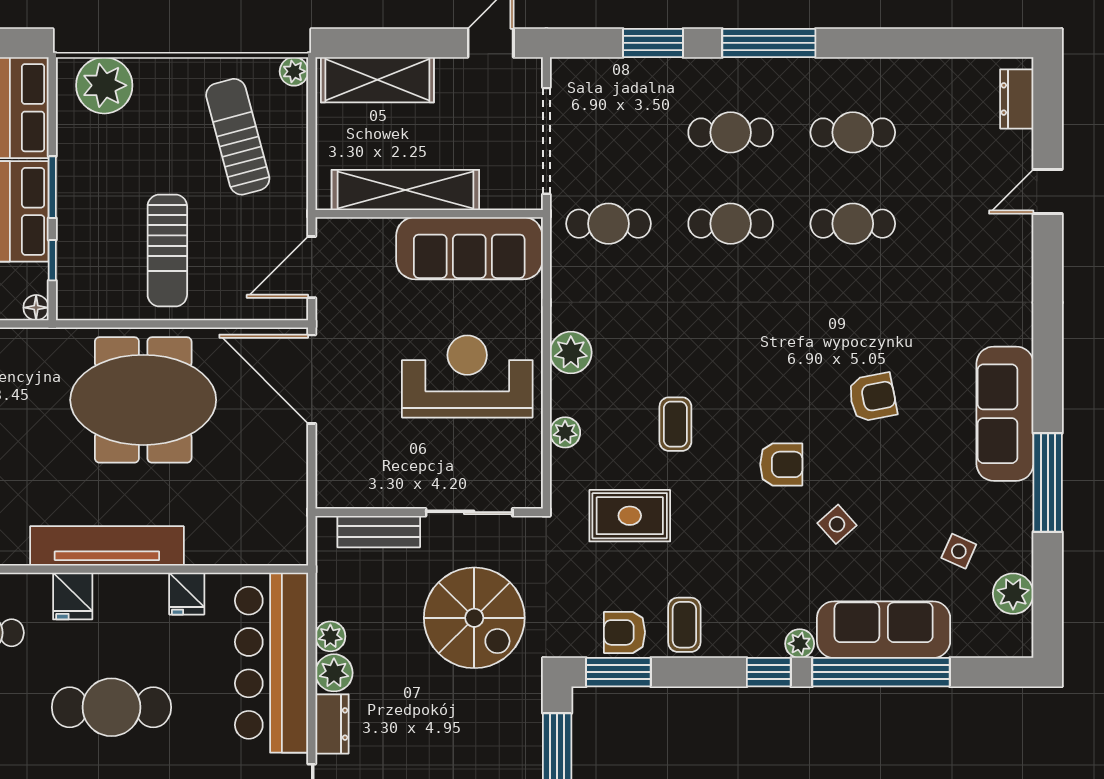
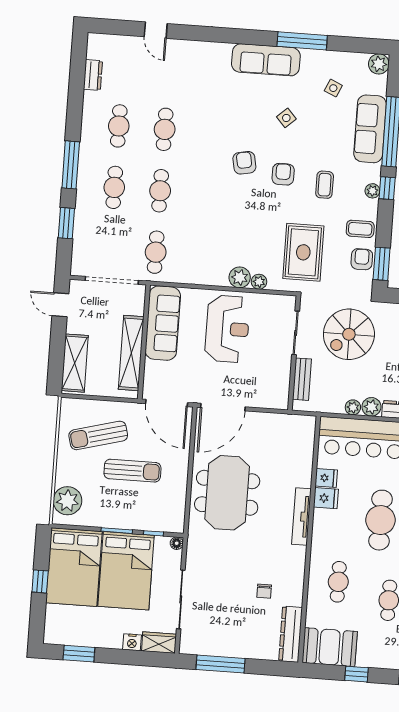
plant: (294, 71) -> (67, 405), removed
dresser: (1017, 99) -> (93, 75), moved, turned -90
sun lounger: (167, 250) -> (132, 471), moved
door: (312, 267) -> (167, 403), width x1.36
plant: (571, 352) -> (240, 277), moved
reception desk: (467, 377) -> (227, 329), turned 180
armchair: (873, 397) -> (244, 163), moved
coffee table: (675, 424) -> (325, 185), moved, turned 90
rug: (630, 516) -> (303, 252), width x1.36, depth x1.43
side table: (837, 524) -> (286, 118), moved
tv unit: (107, 546) -> (301, 517), width x0.73, depth x0.78
plant: (1013, 594) -> (379, 64), moved
fridge: (73, 596) -> (326, 498), moved
spiral stairs: (474, 618) -> (349, 334), turned 180
armchair: (625, 632) -> (362, 259), turned 180
plant: (800, 644) -> (372, 191), moved

